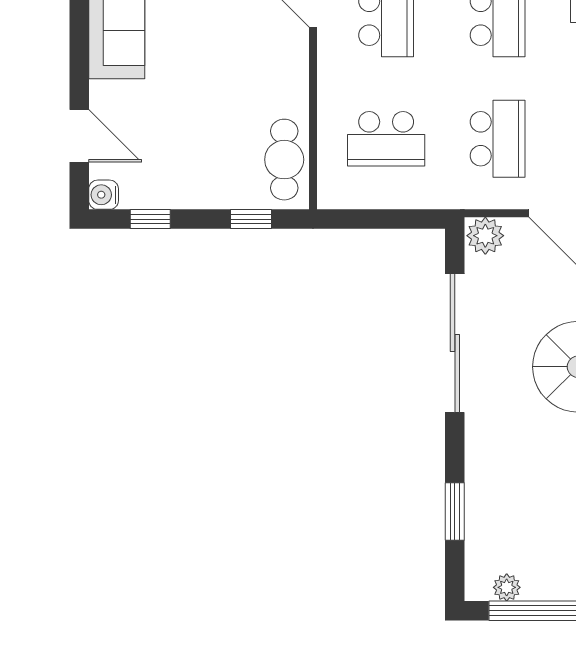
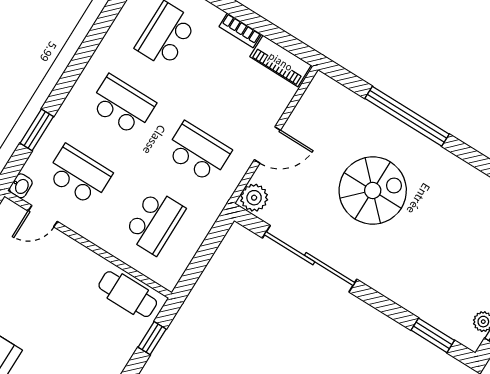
window: (455, 512) -> (433, 335), moved

